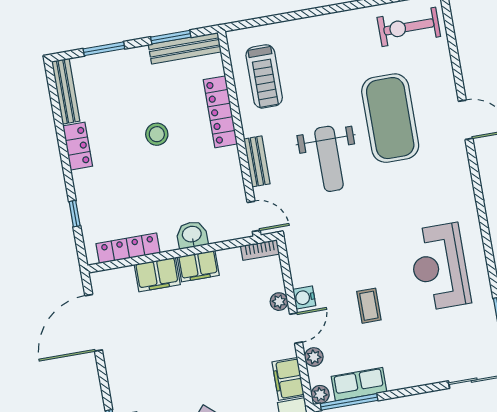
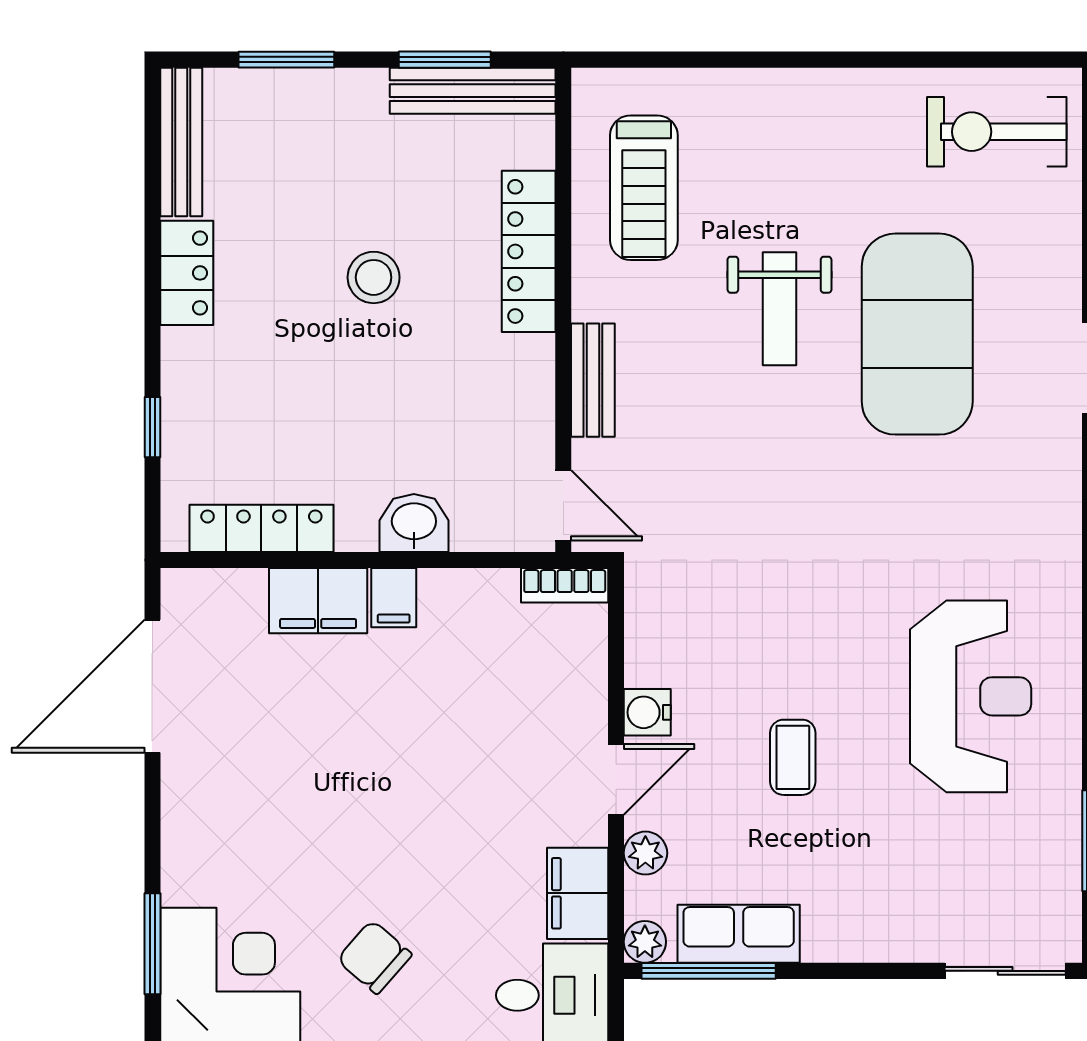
weight bench: (329, 159) -> (779, 309), moved, width x0.73, depth x0.75
filing cabinet: (198, 266) -> (394, 598), width x0.50
reception desk: (439, 267) -> (971, 696), turned 180
plant: (279, 302) -> (588, 712), removed

